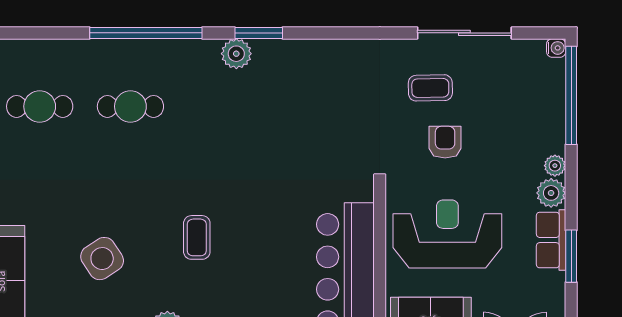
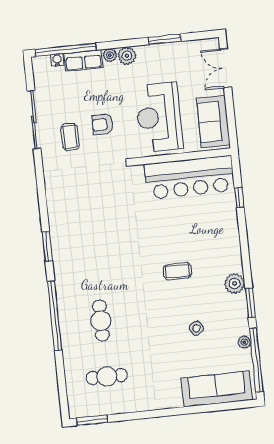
water cooler: (556, 48) -> (57, 60), moved
plant: (236, 54) -> (61, 259), removed
cafe table: (40, 106) -> (107, 377), turned 90
row of seats: (551, 240) -> (83, 60), moved
side table: (102, 259) -> (196, 328), width x0.54, depth x0.54

